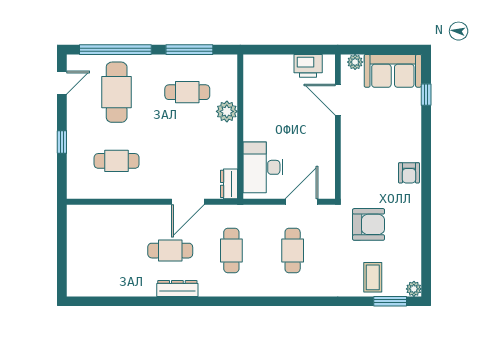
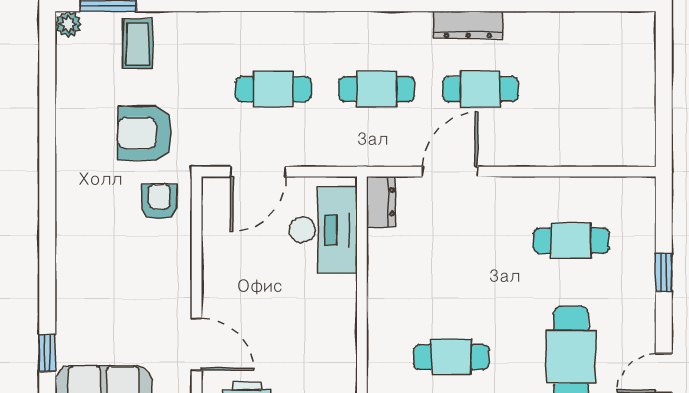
plant: (227, 111) -> (385, 324), removed
armchair: (409, 173) -> (159, 202), moved
cafe table: (231, 251) -> (377, 89), turned 90
cafe table: (293, 251) -> (273, 89), turned 90

